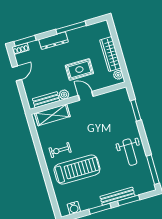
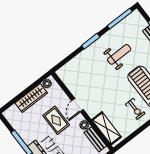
window: (136, 110) -> (91, 41), moved
weight bench: (130, 152) -> (119, 54), moved

